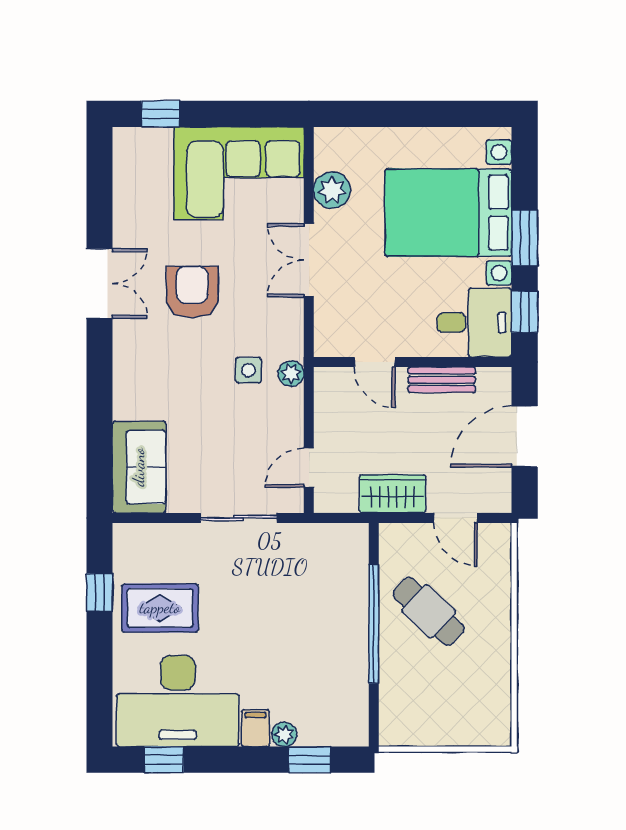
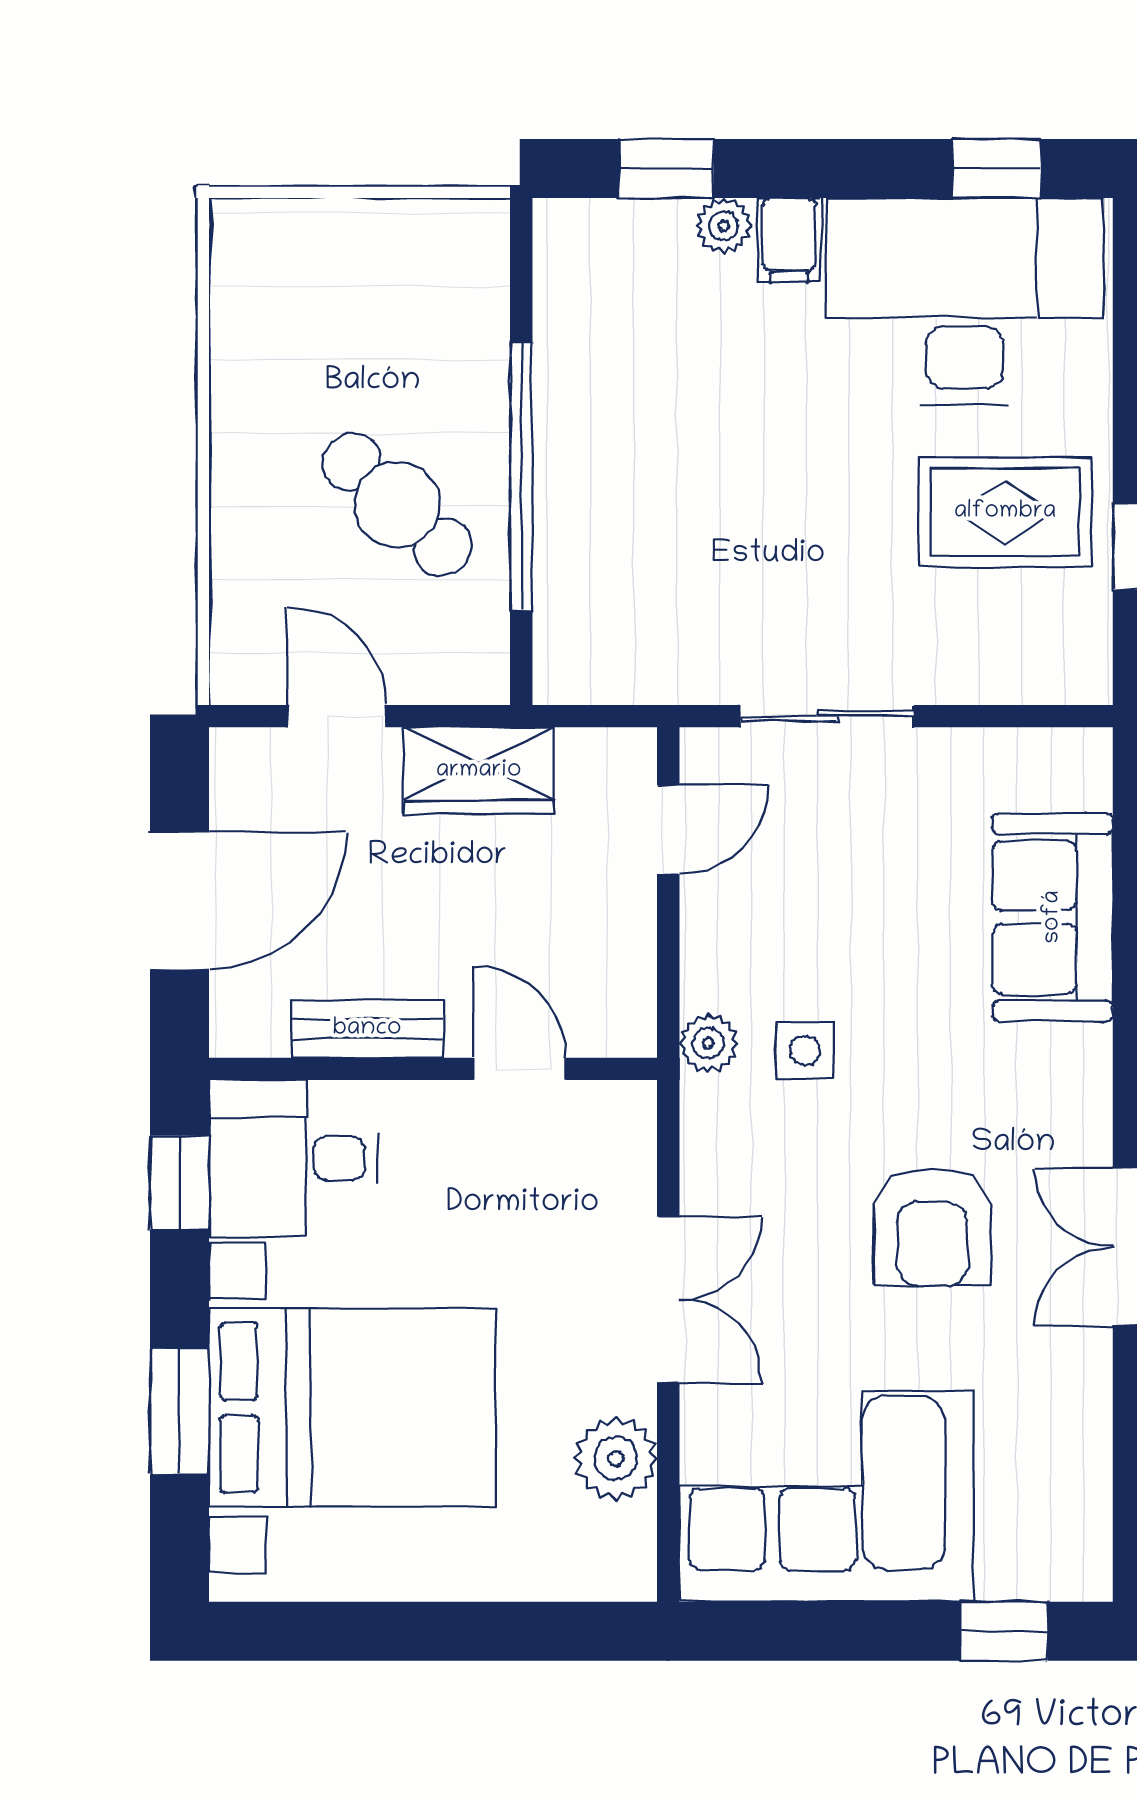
window: (525, 238) -> (179, 1411), moved
sofa: (139, 467) -> (1053, 917), moved

